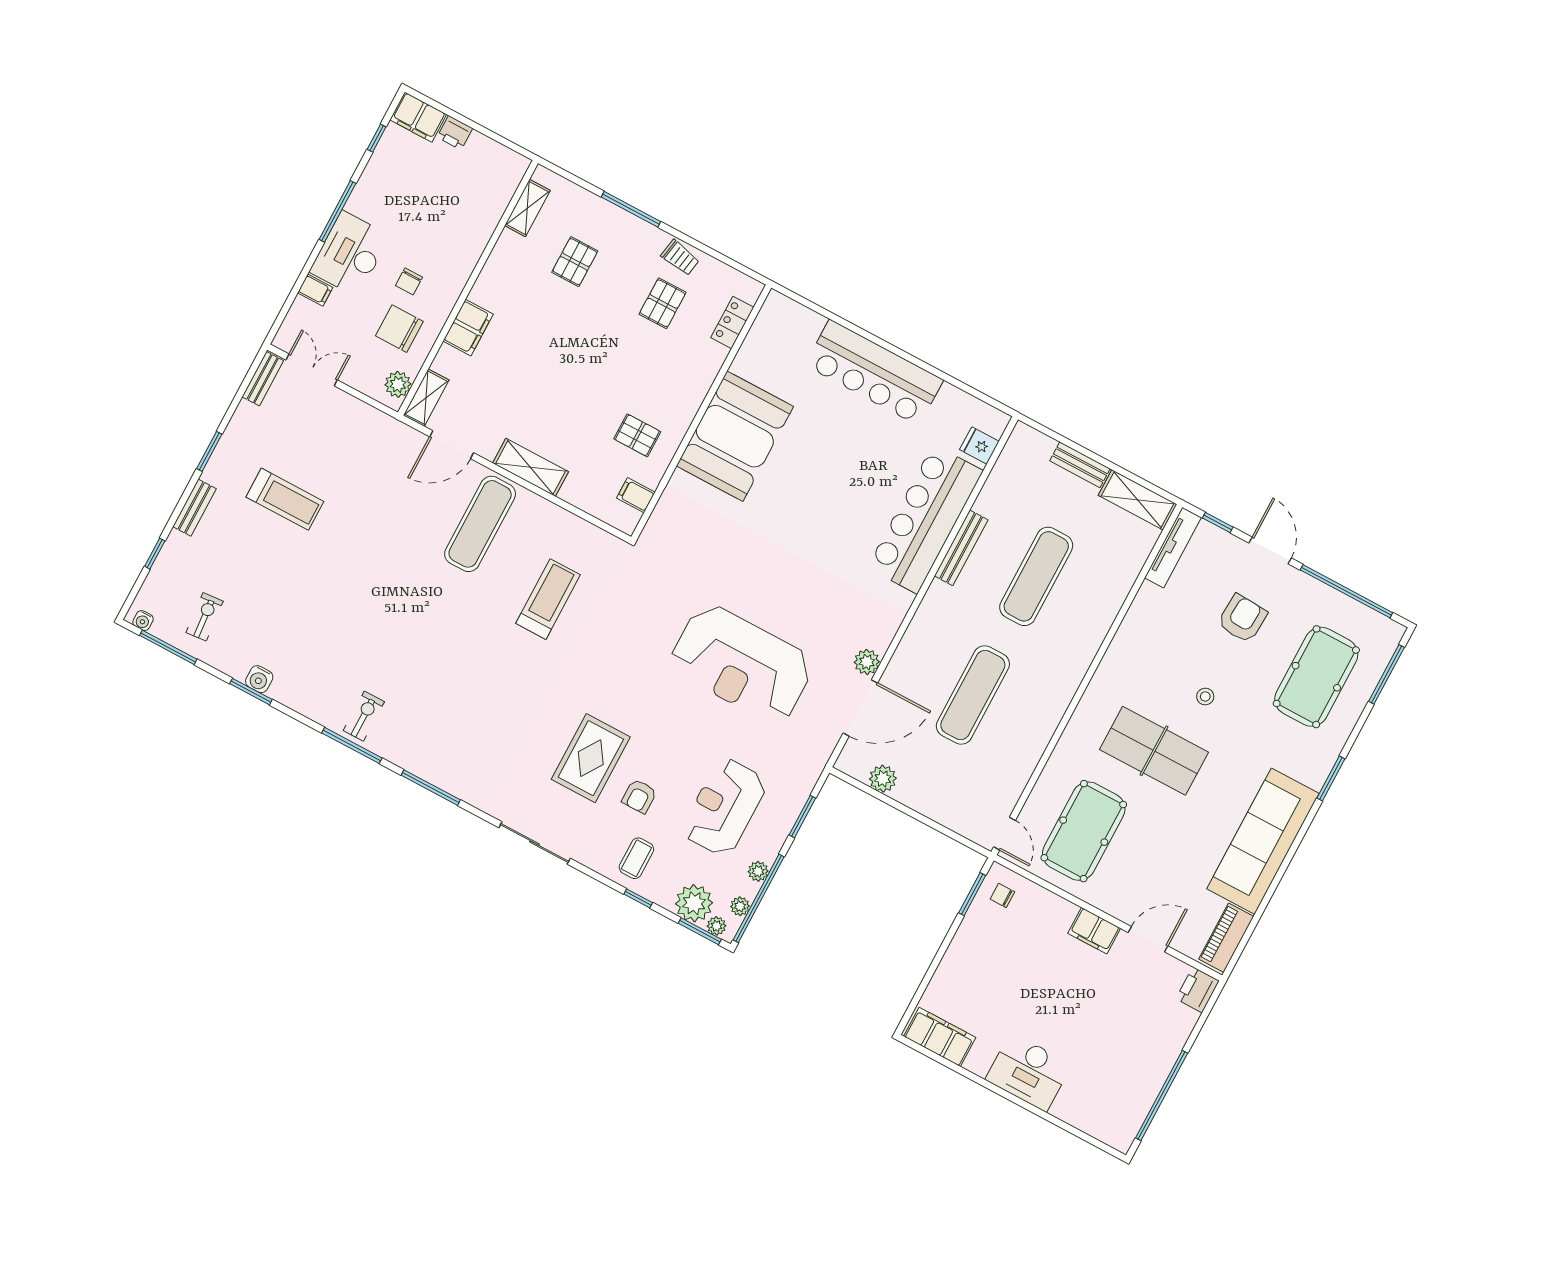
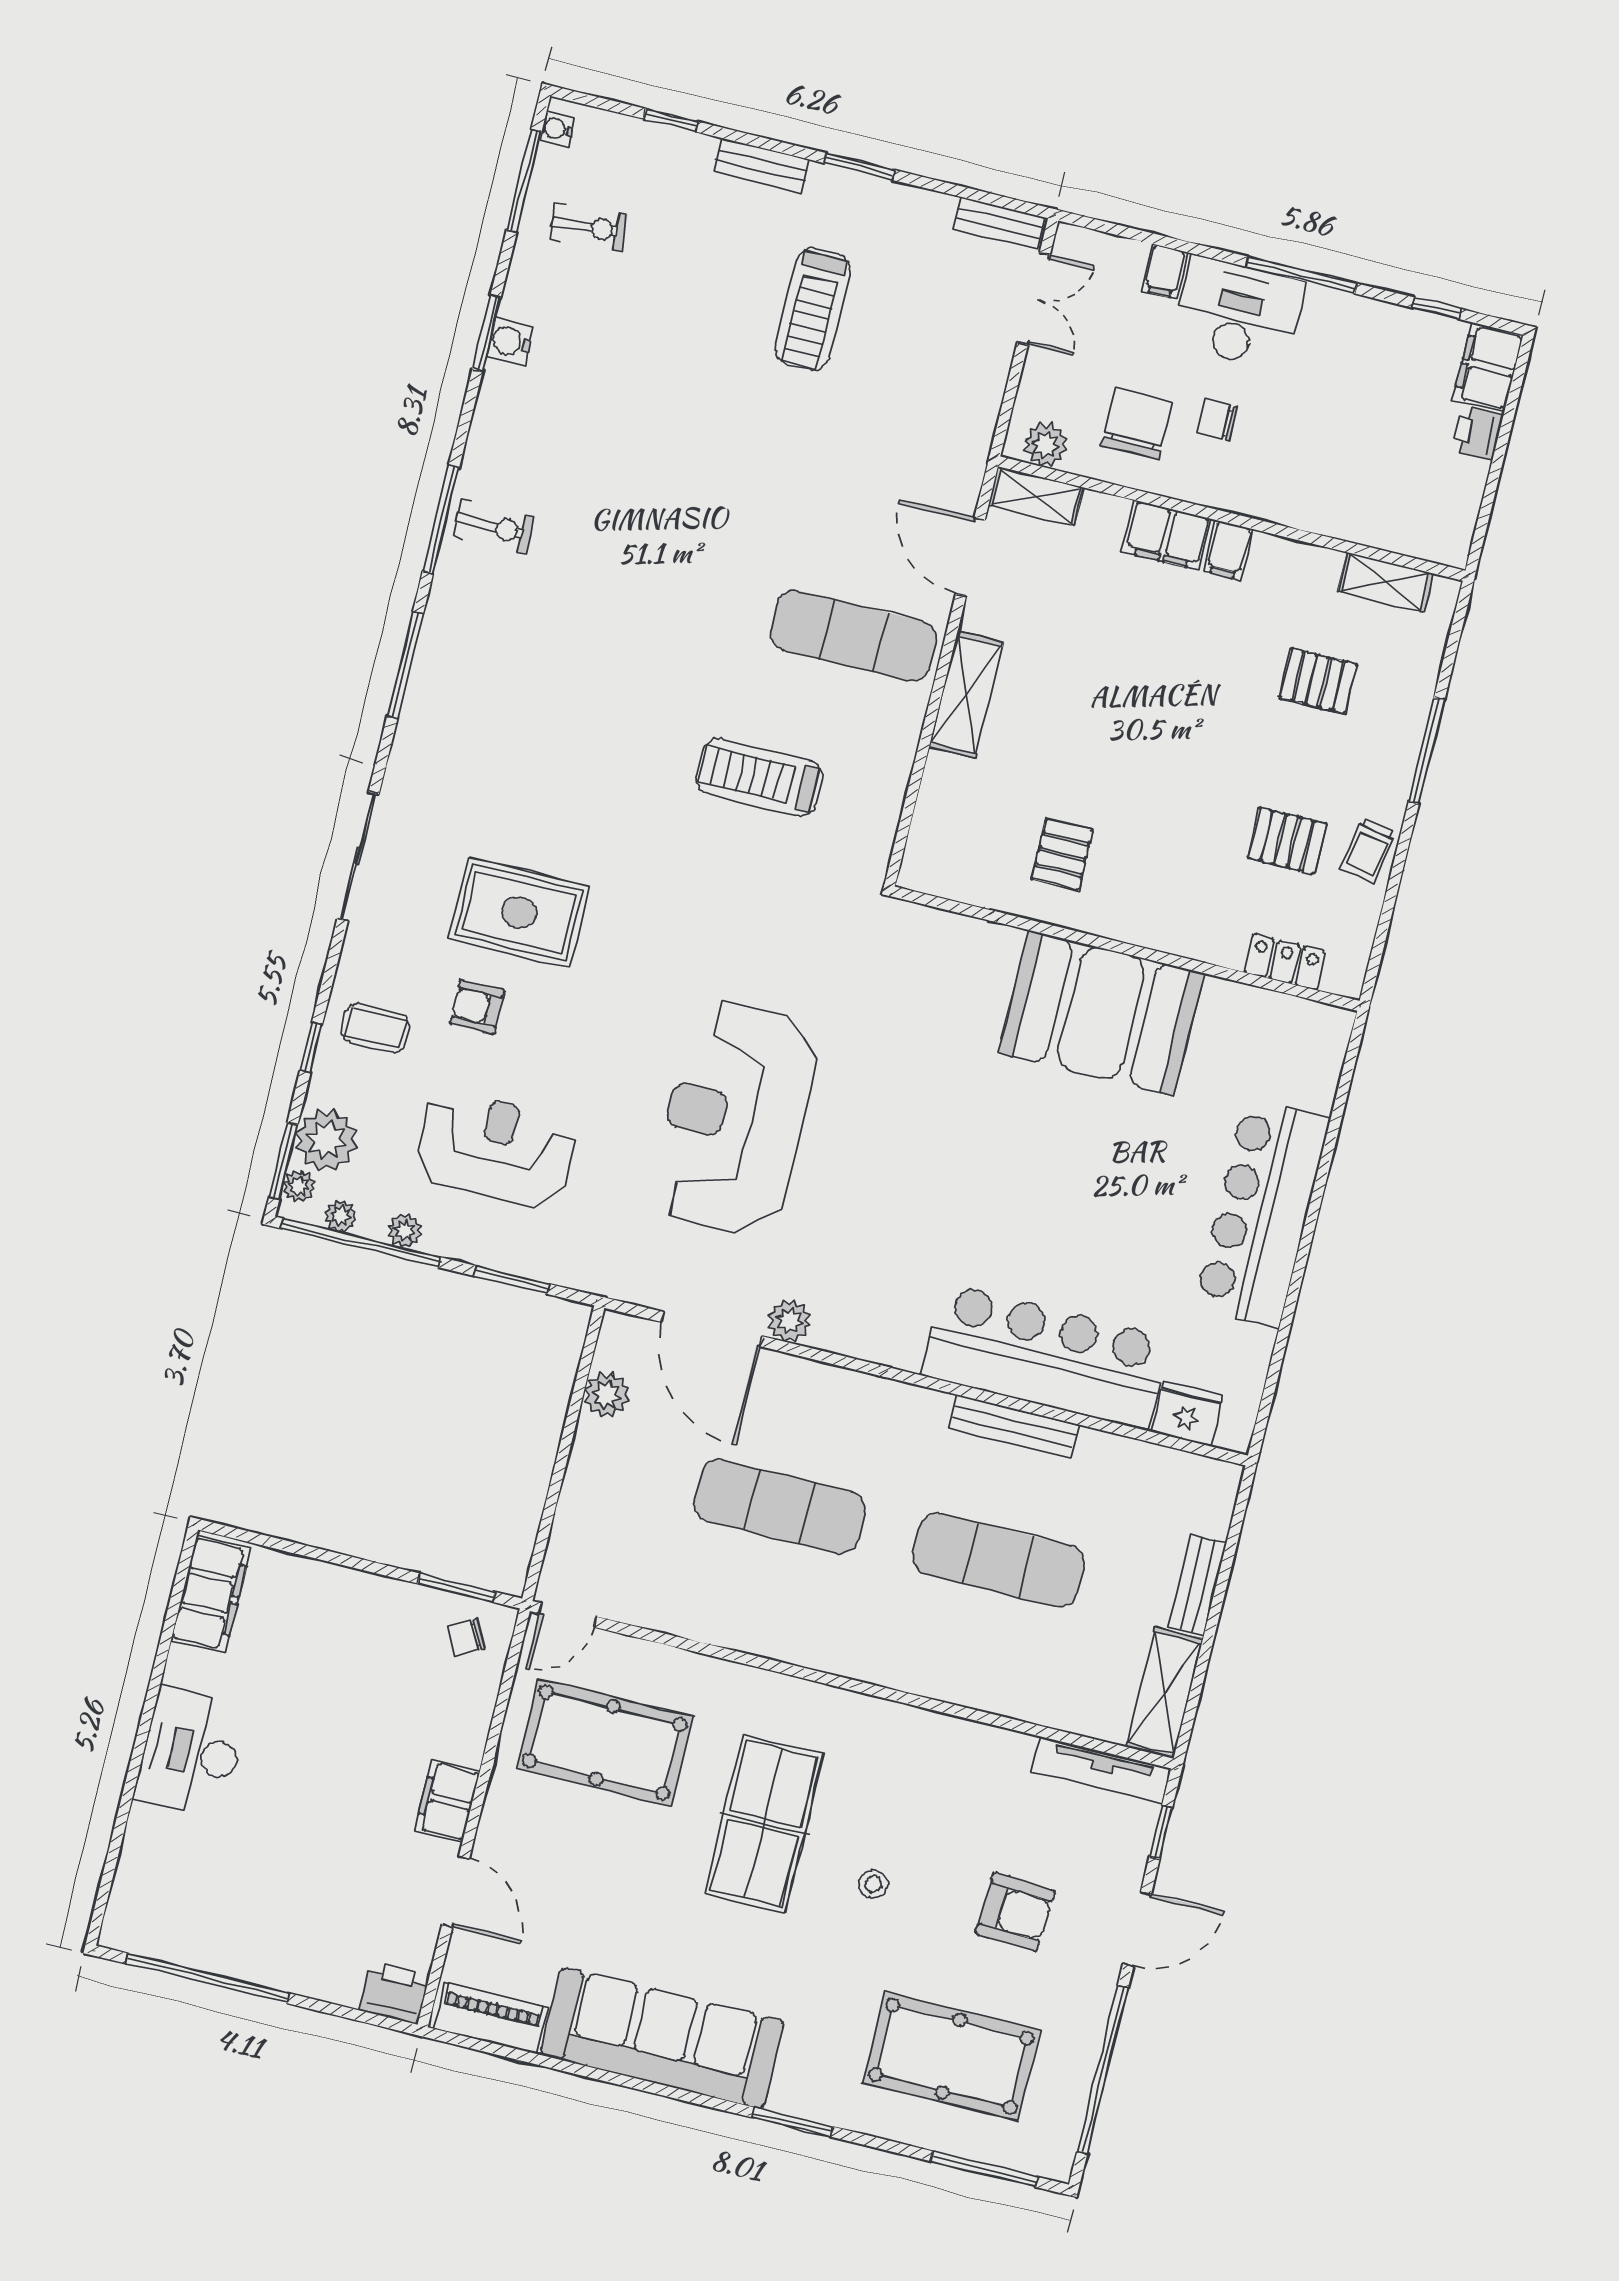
fridge: (979, 445) -> (1187, 1414), width x1.38
filing cabinet: (636, 495) -> (1228, 550), moved, turned 180
treadmill: (548, 599) -> (760, 777), turned 180
chair: (1002, 895) -> (467, 1637), turned -119

